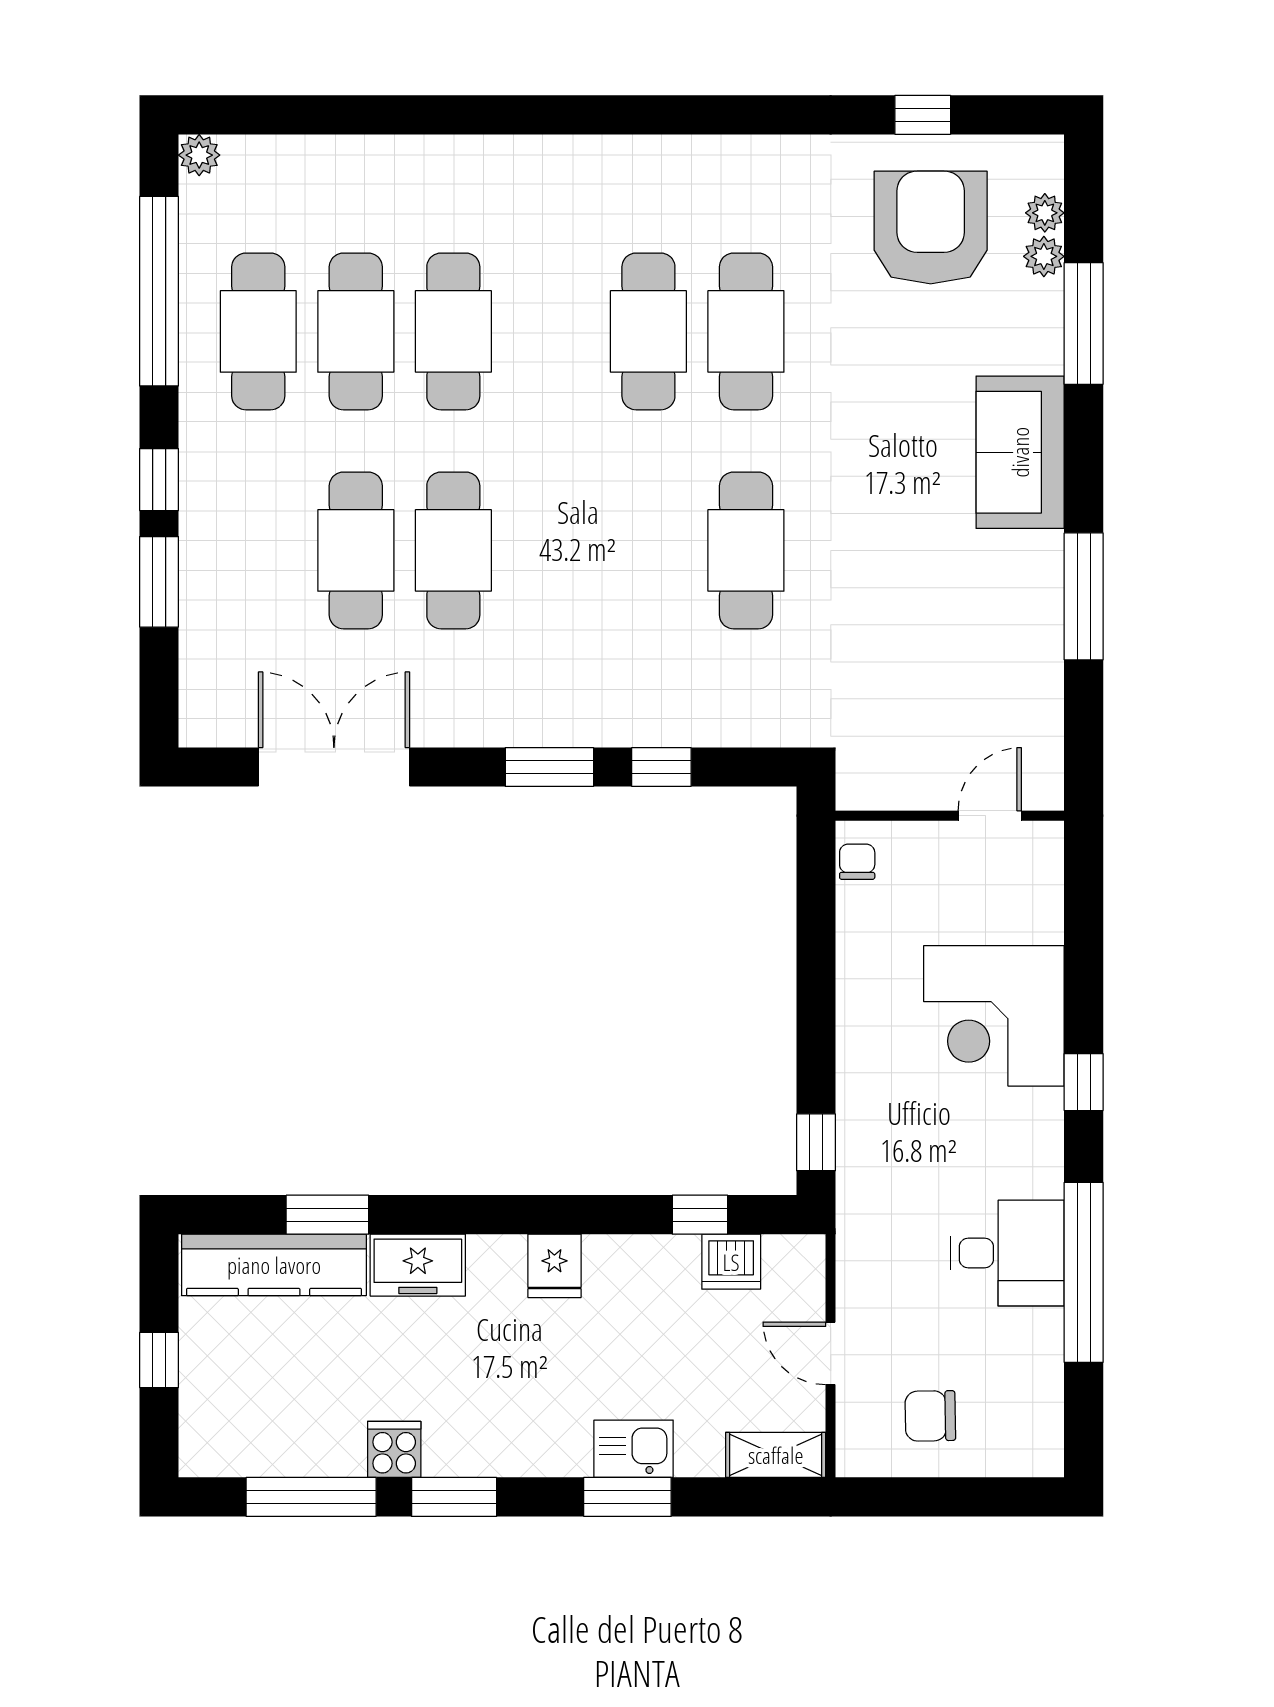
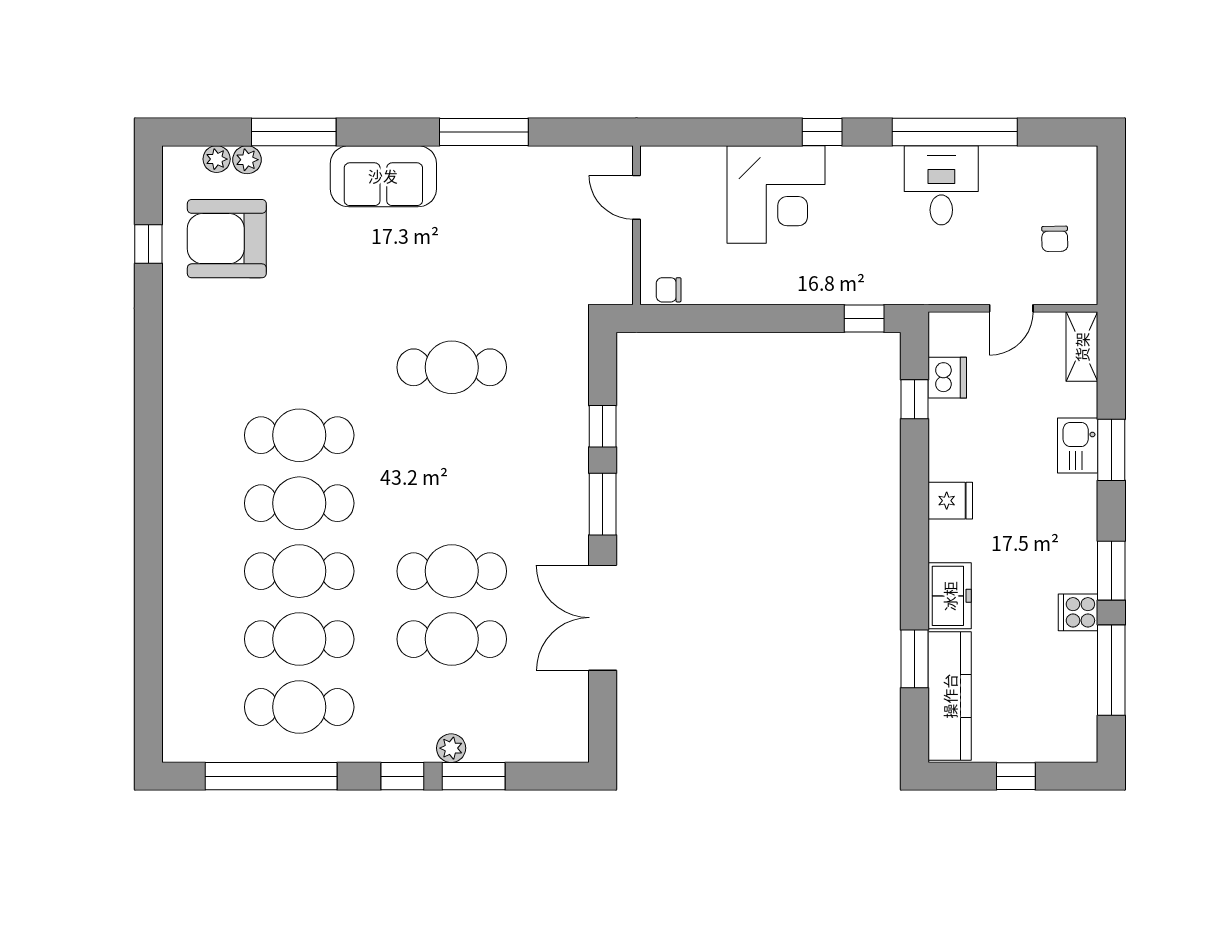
plant: (199, 155) -> (451, 748), moved
cafe table: (746, 331) -> (299, 503), moved
double door: (334, 767) -> (603, 618), moved
chair: (930, 1416) -> (1055, 239), width x0.73, depth x0.73

